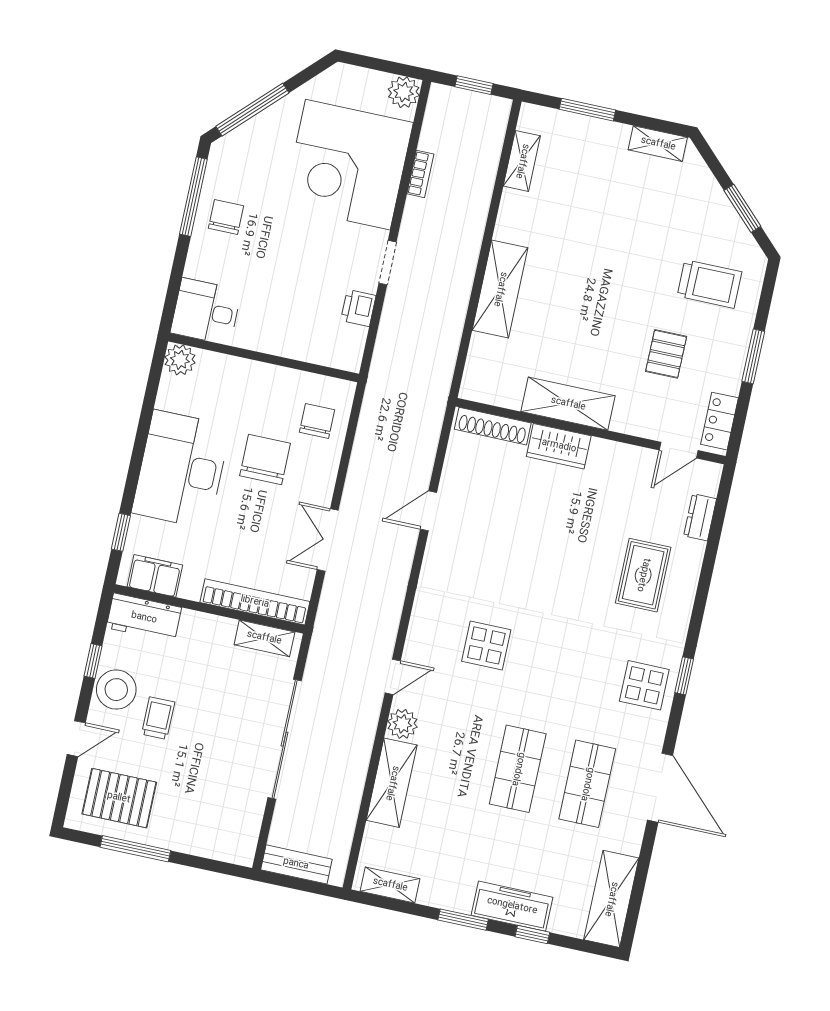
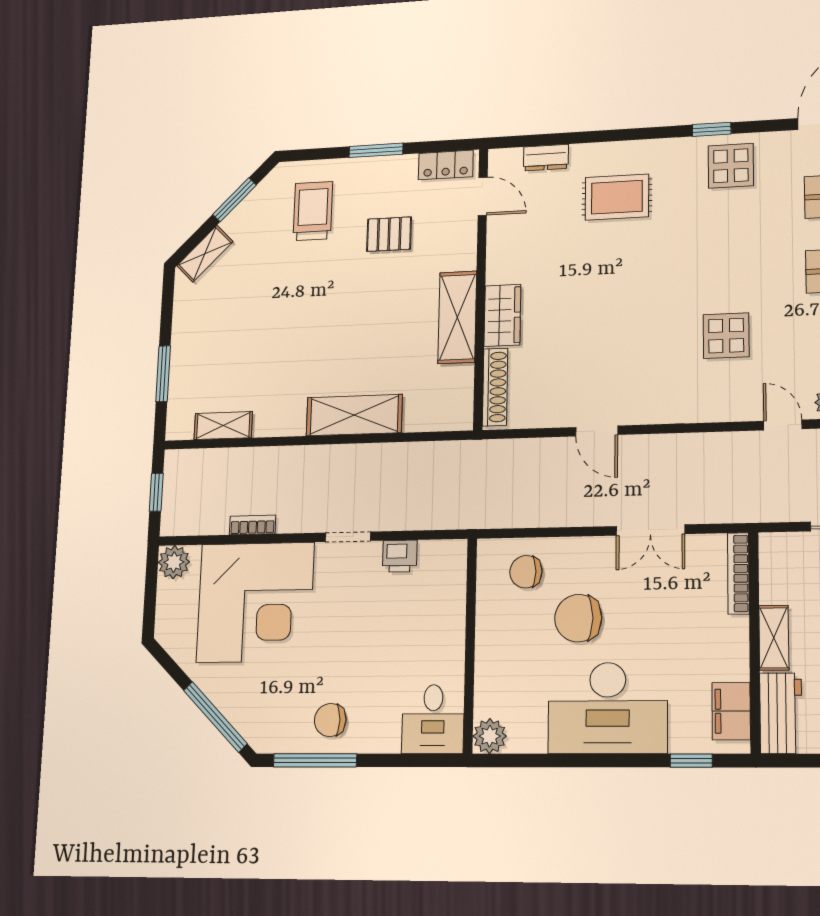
shelving: (658, 144) -> (205, 254), moved, turned 45
bookcase: (255, 602) -> (738, 573), width x0.68, depth x0.76
shelving: (264, 638) -> (774, 638), moved

